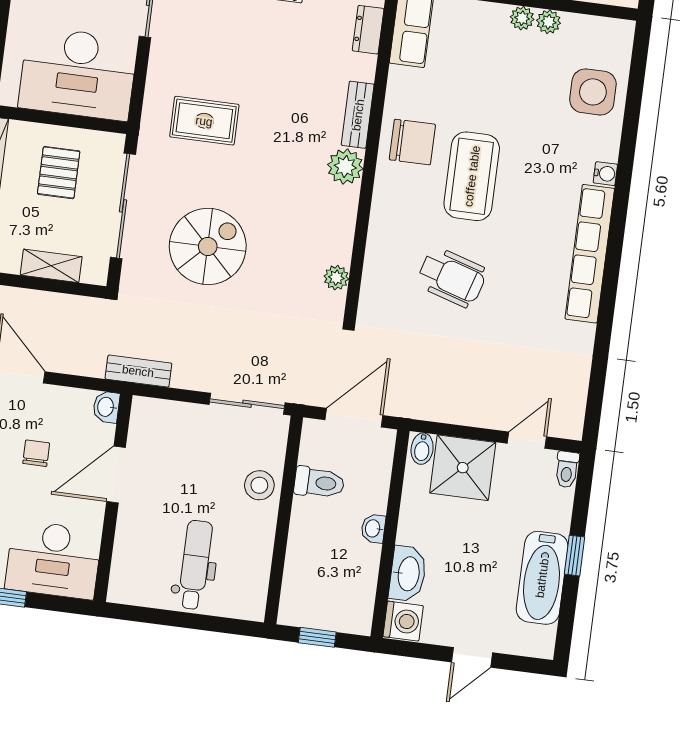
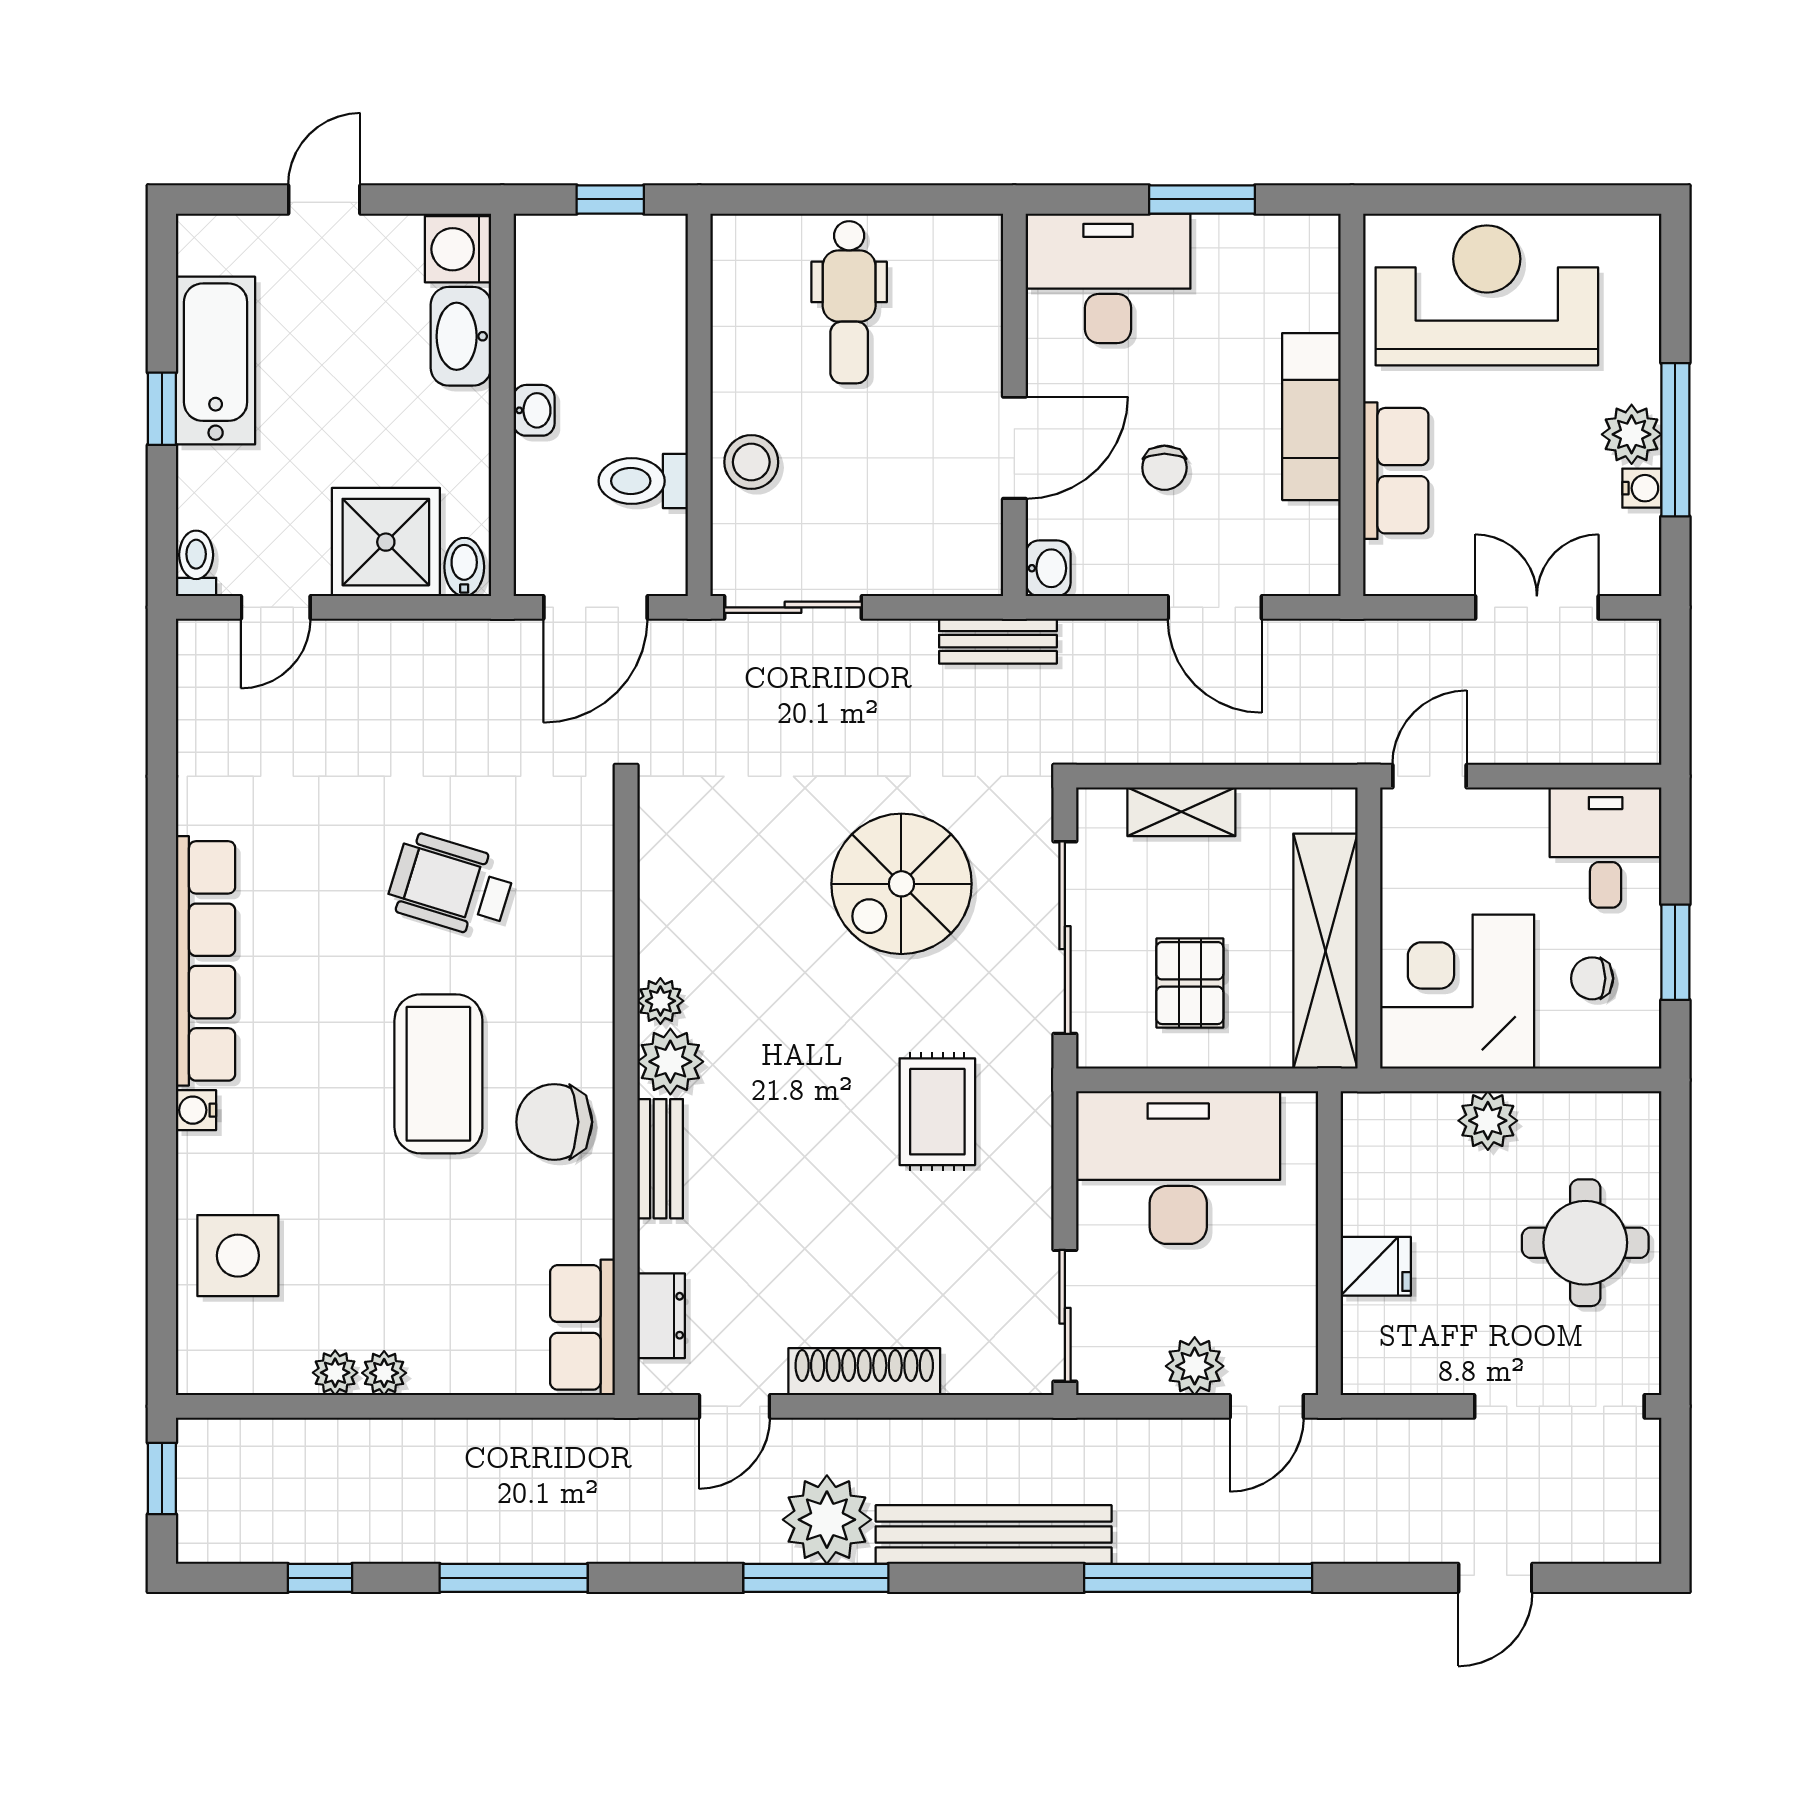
rug: (204, 121) -> (937, 1112), turned 90
plant: (336, 278) -> (660, 1001), moved

